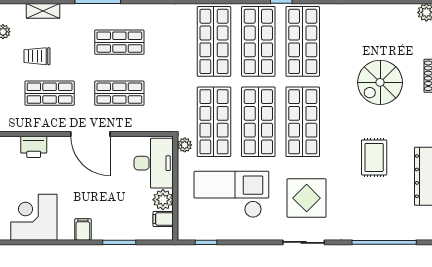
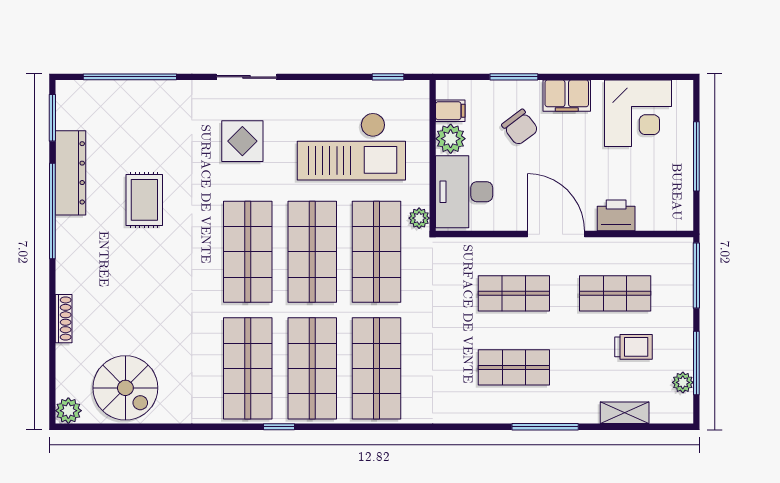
spiral stairs: (380, 82) -> (125, 388), moved, turned 90
printer: (34, 147) -> (616, 215), moved
display table: (307, 198) -> (242, 141), width x0.73, depth x0.73
chair: (115, 208) -> (520, 127), added
filing cabinet: (83, 229) -> (567, 96), width x2.00

